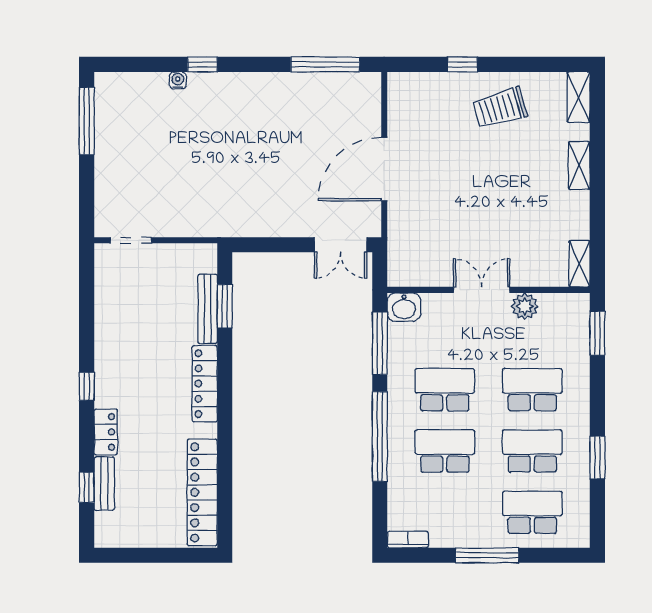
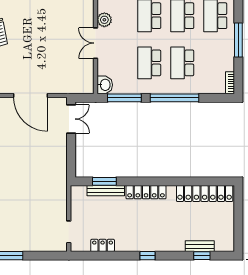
locker: (106, 432) -> (103, 245), moved

